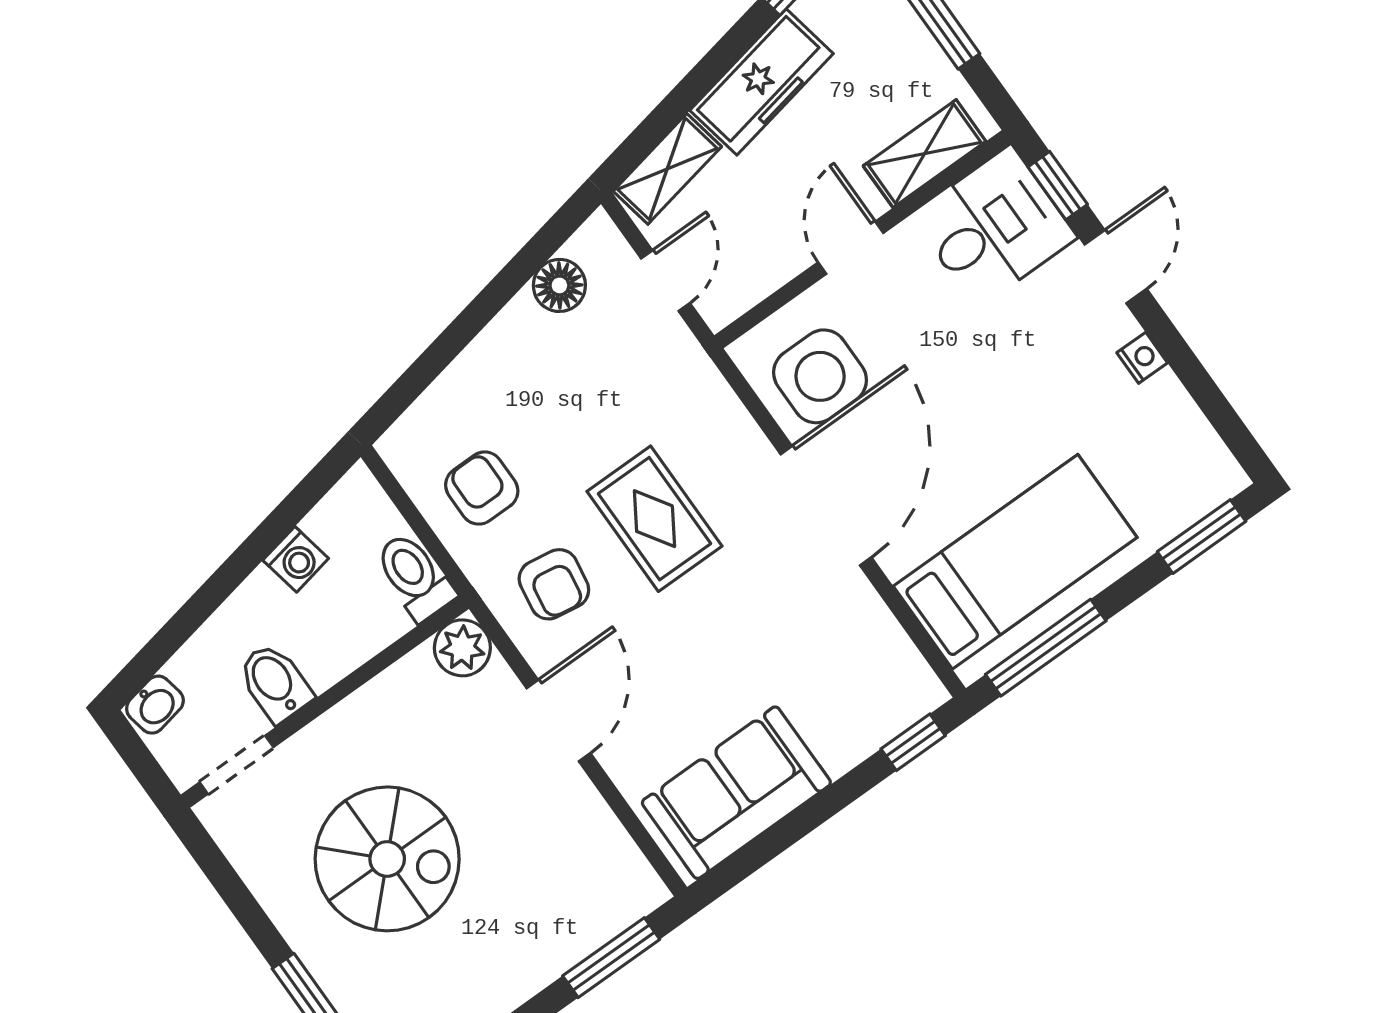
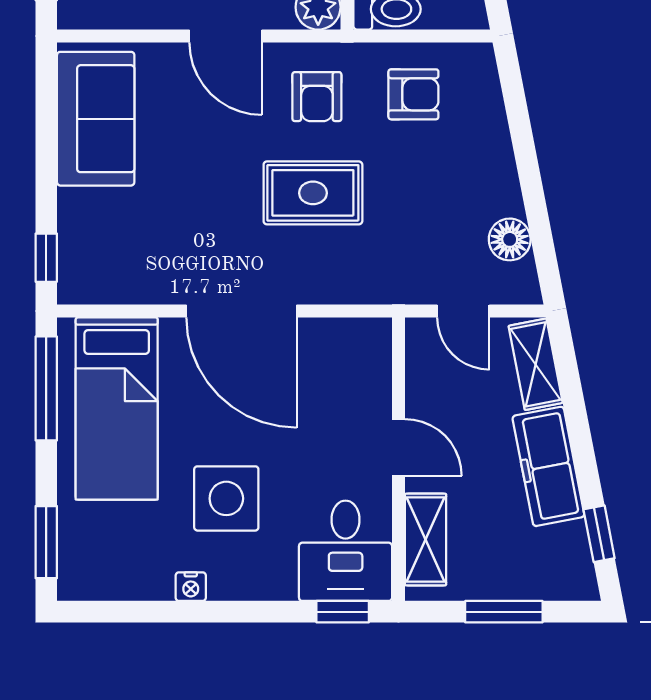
door: (1116, 267) -> (263, 612), removed
side table: (820, 376) -> (226, 498), moved
armchair: (554, 584) -> (317, 97), turned -99

